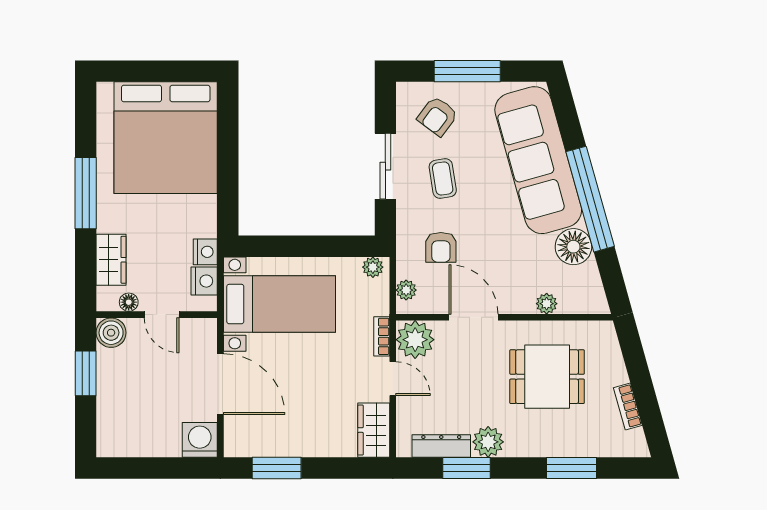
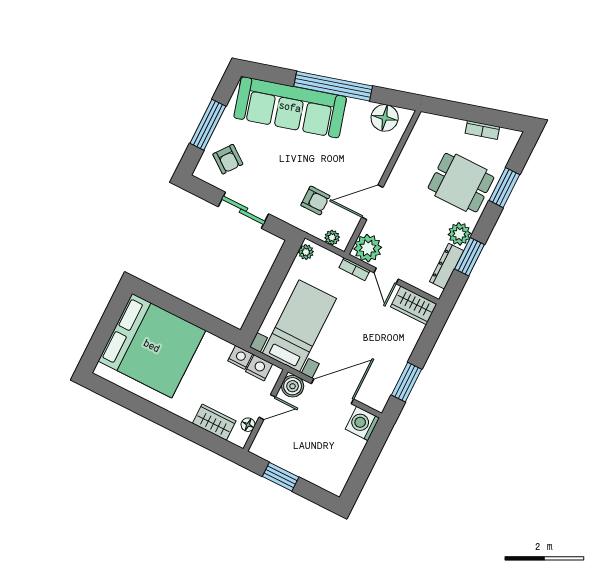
coffee table: (443, 179) -> (271, 176), removed
window: (86, 193) -> (162, 417), removed
floor lamp: (573, 247) -> (385, 118), moved
plant: (547, 304) -> (388, 149), removed
boiler: (111, 333) -> (293, 386), moved
dining table: (547, 377) -> (461, 183), moved, turned 90
door: (393, 379) -> (386, 276), swing flipped

